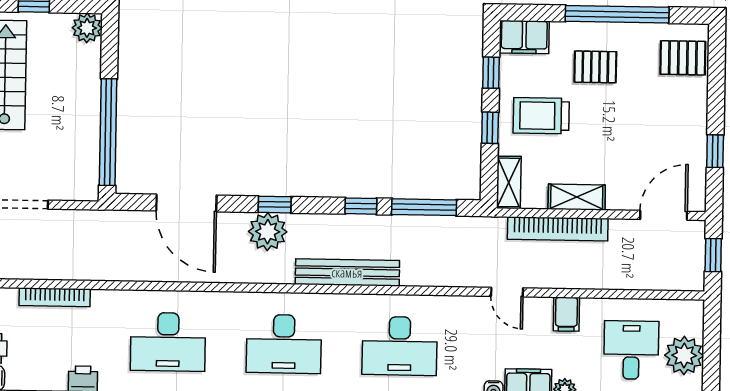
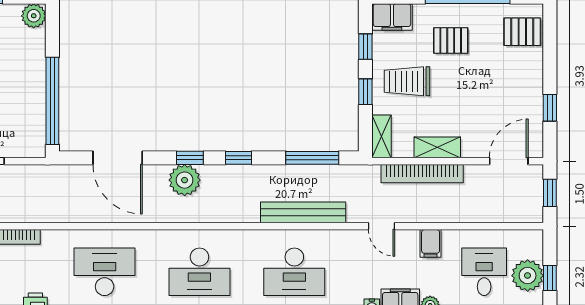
window: (361, 206) -> (238, 158), moved
bench: (347, 272) -> (303, 212), moved
desk: (168, 342) -> (105, 272), turned 180
window: (711, 359) -> (550, 278), added

